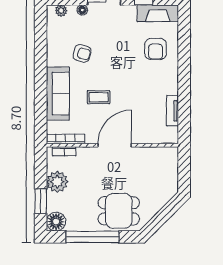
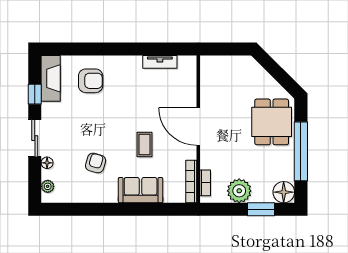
sofa: (58, 94) -> (141, 190), width x0.73

